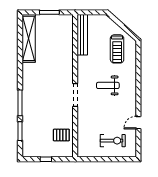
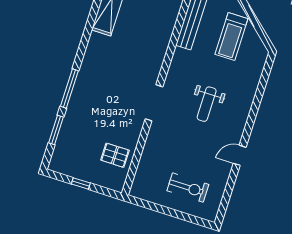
treadmill: (117, 49) -> (231, 36), moved
weight bench: (108, 85) -> (207, 104), turned -90
door: (138, 123) -> (240, 155), moved

